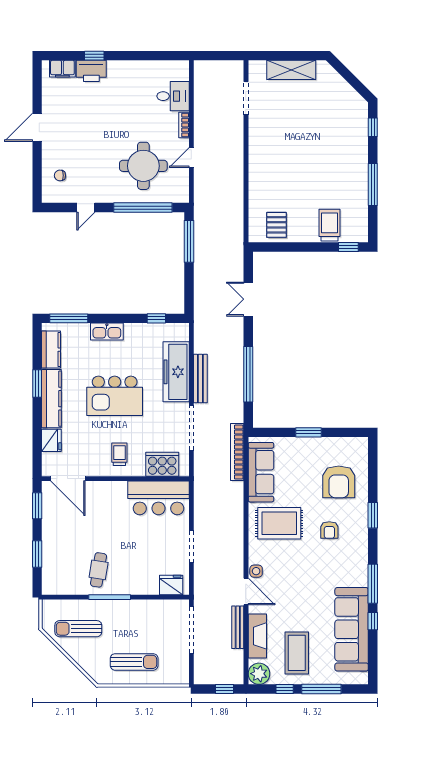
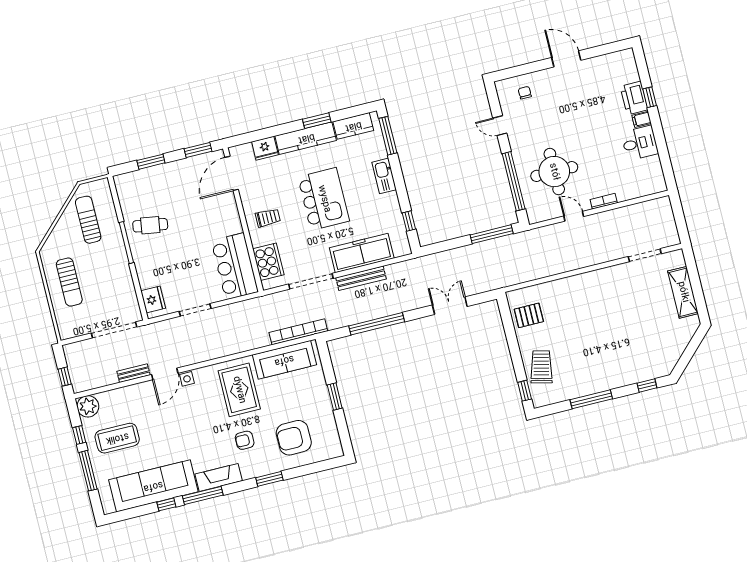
filing cabinet: (62, 69) -> (642, 119), moved, width x0.50
desk: (173, 96) -> (640, 143), moved, turned -90
trolley: (329, 225) -> (541, 367), turned -77
kitchen island: (115, 396) -> (324, 199), turned 180
bench: (238, 627) -> (133, 373), width x0.73
fireplace: (257, 636) -> (219, 477), moved, turned 180

